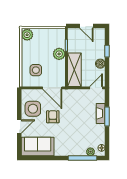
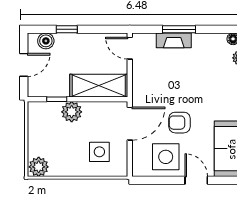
boiler: (100, 64) -> (46, 41), moved

